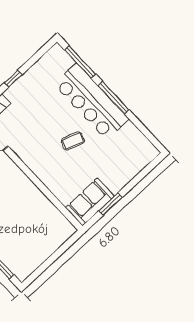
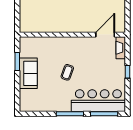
bar counter: (91, 102) -> (98, 101), moved
sofa: (90, 202) -> (28, 73), moved

